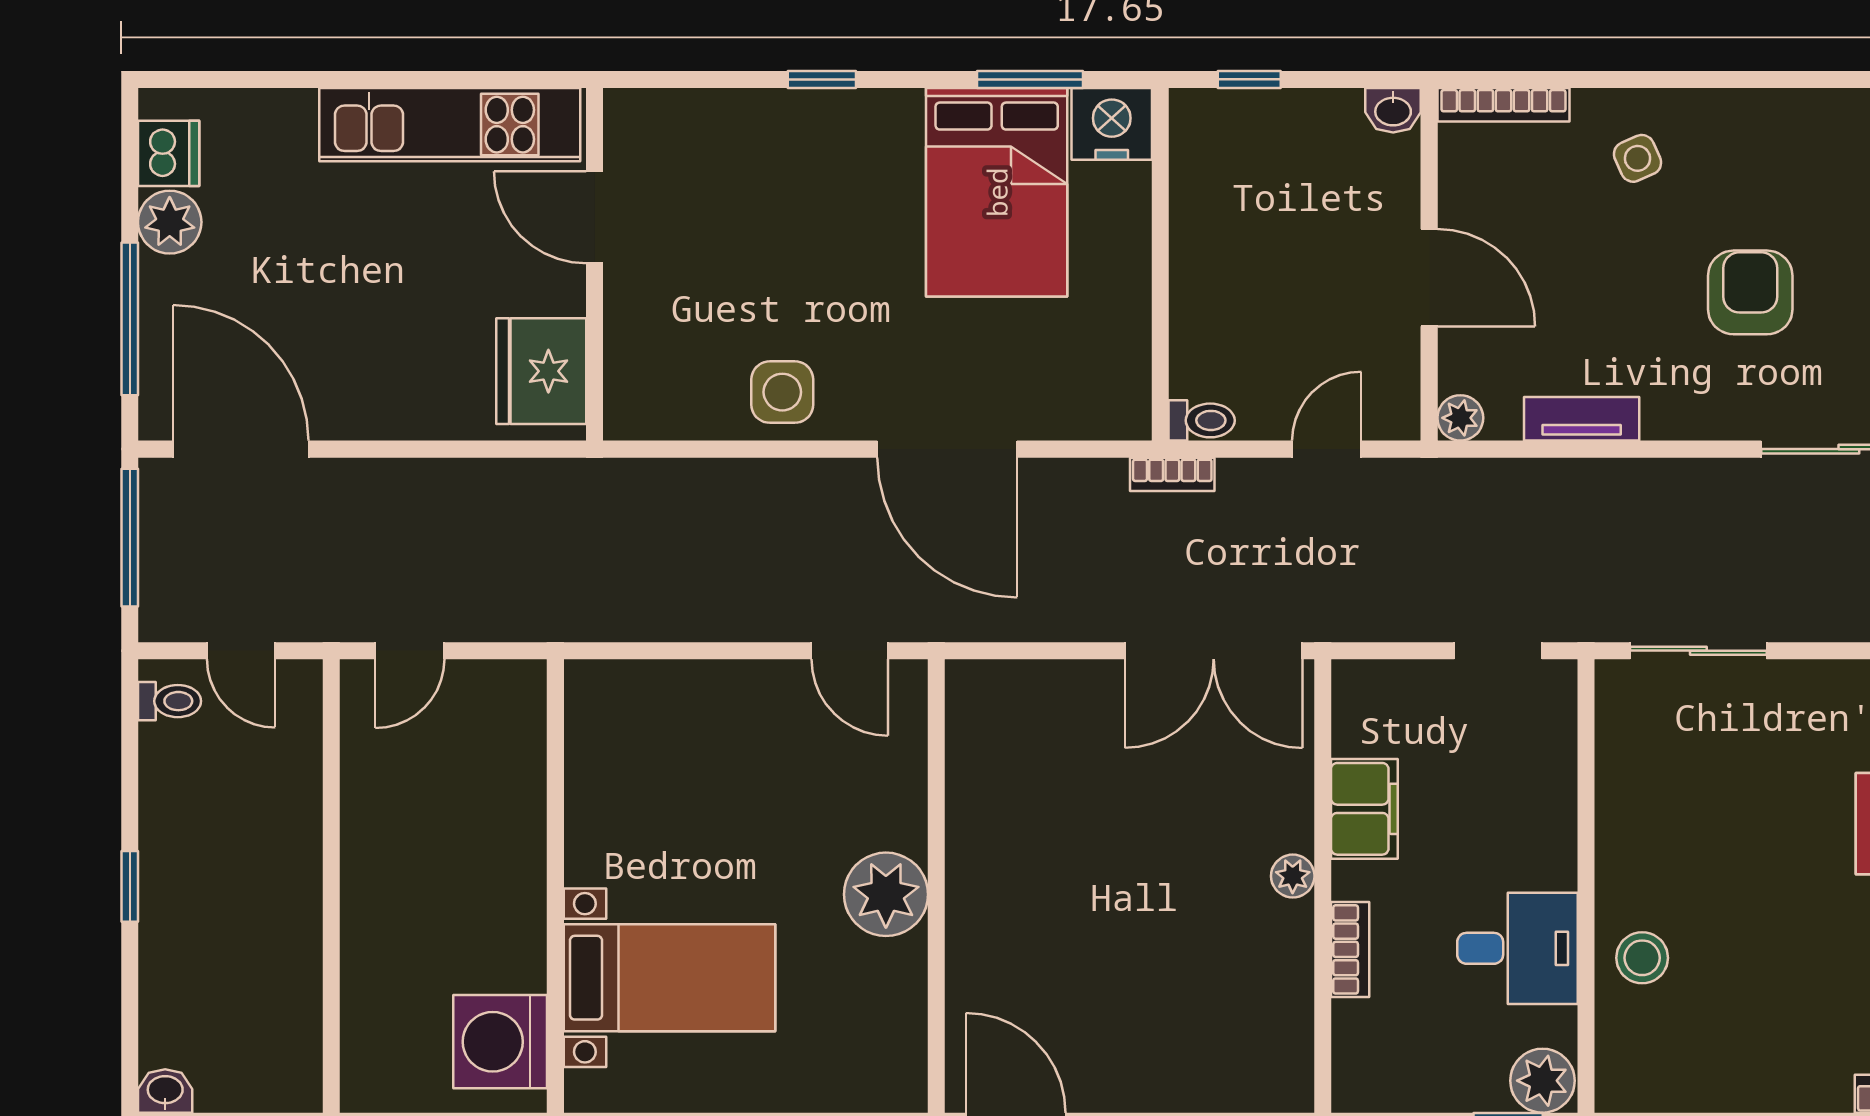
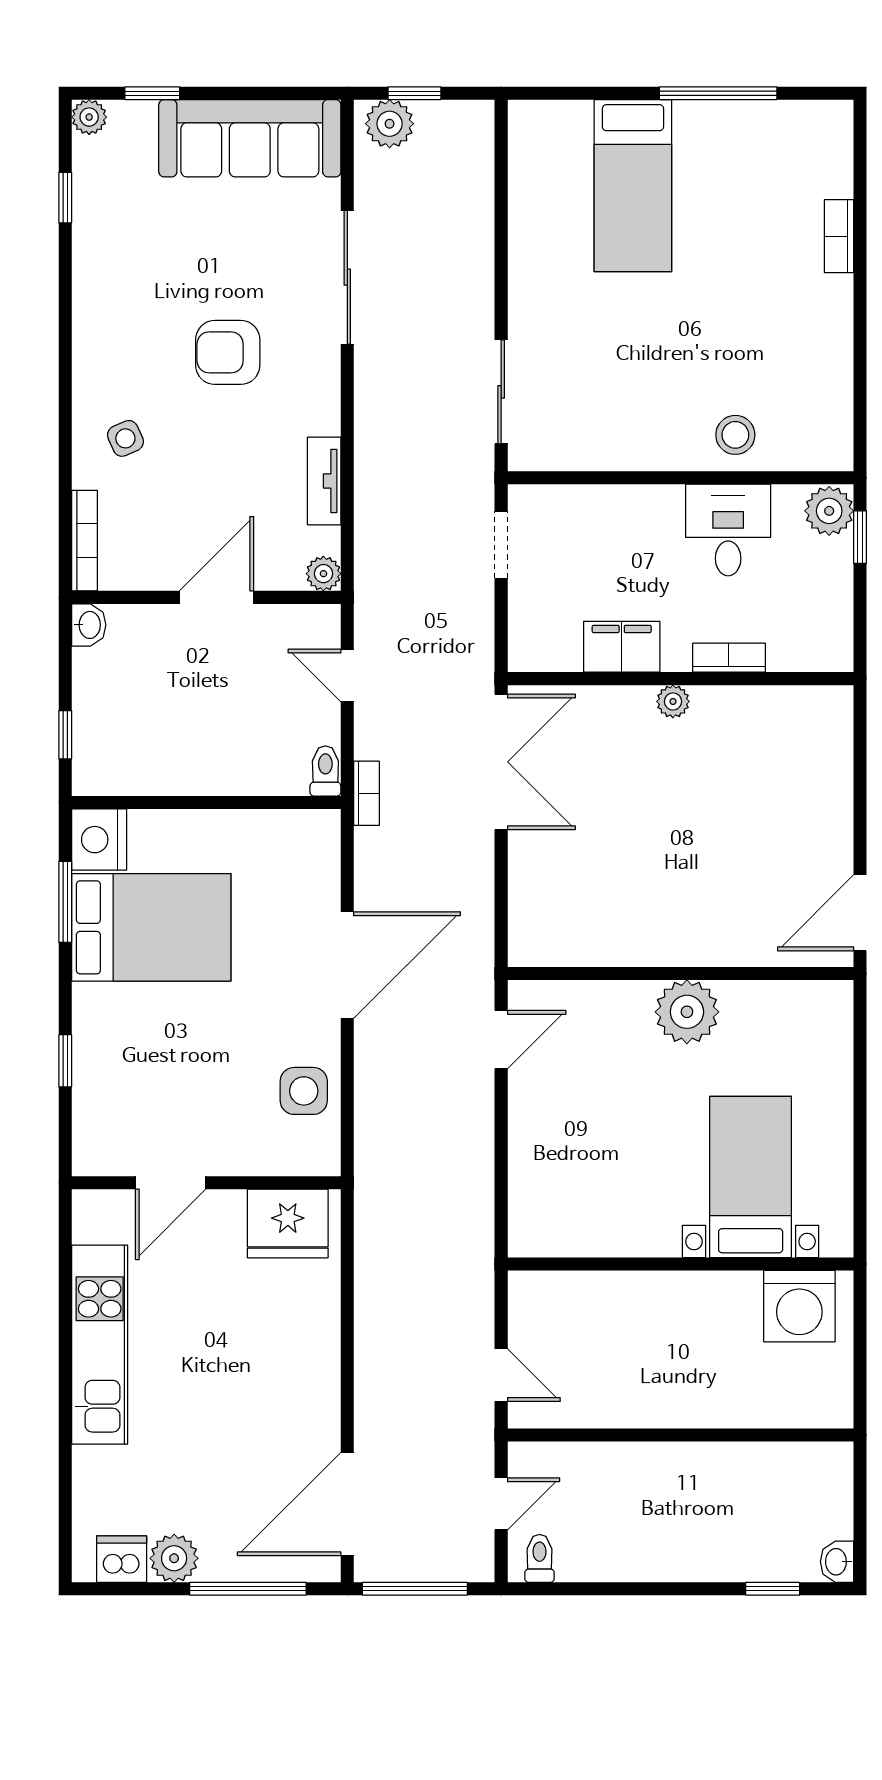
door: (595, 217) -> (171, 1183), moved
wall: (595, 264) -> (206, 1183), moved
fridge: (541, 371) -> (288, 1224), moved
window: (130, 886) -> (773, 1589), moved

